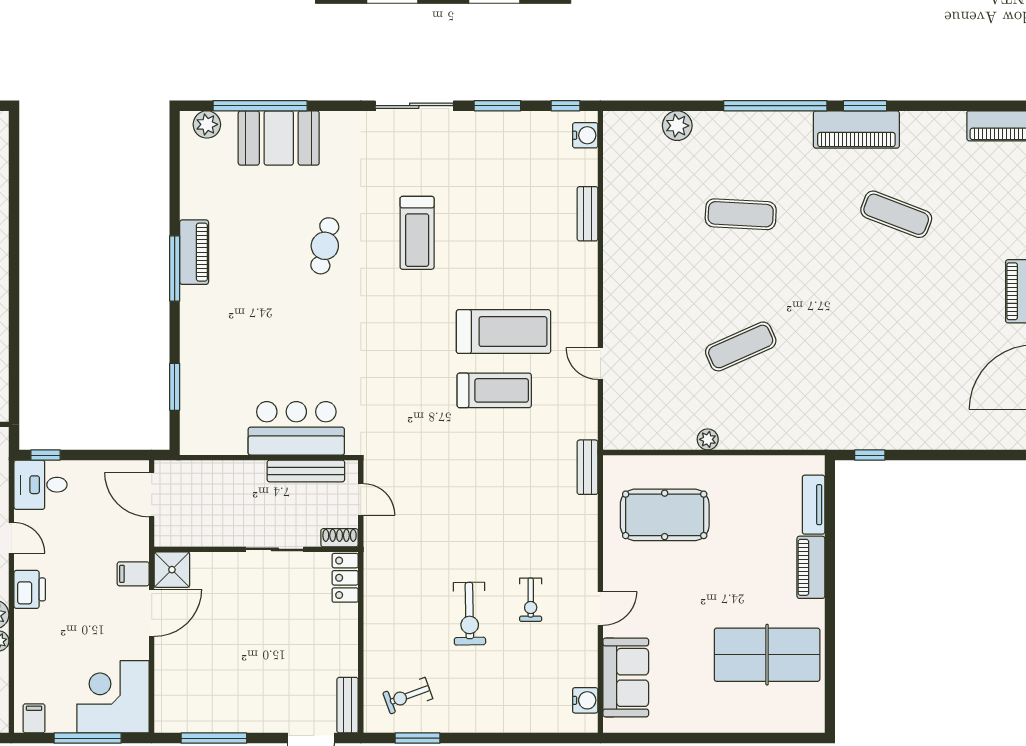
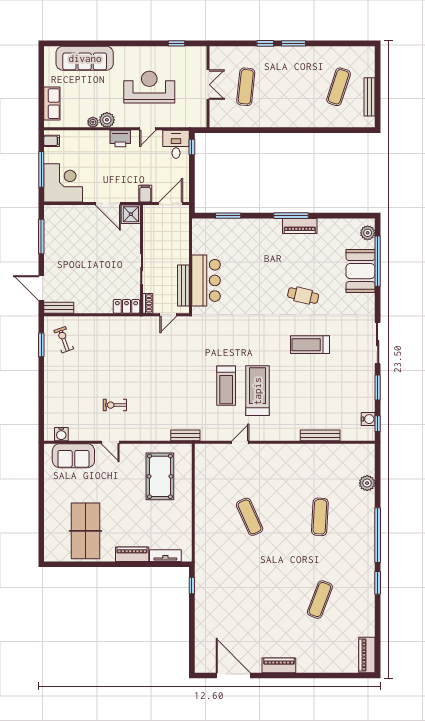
piano: (856, 129) -> (365, 578), removed
water cooler: (585, 135) -> (368, 419), moved, turned -90
bench: (588, 214) -> (320, 435), width x1.36
treadmill: (504, 332) -> (257, 391), turned 180
plant: (708, 439) -> (200, 499), removed
filing cabinet: (133, 574) -> (145, 194), moved
exercise bike: (469, 614) -> (107, 373), removed

